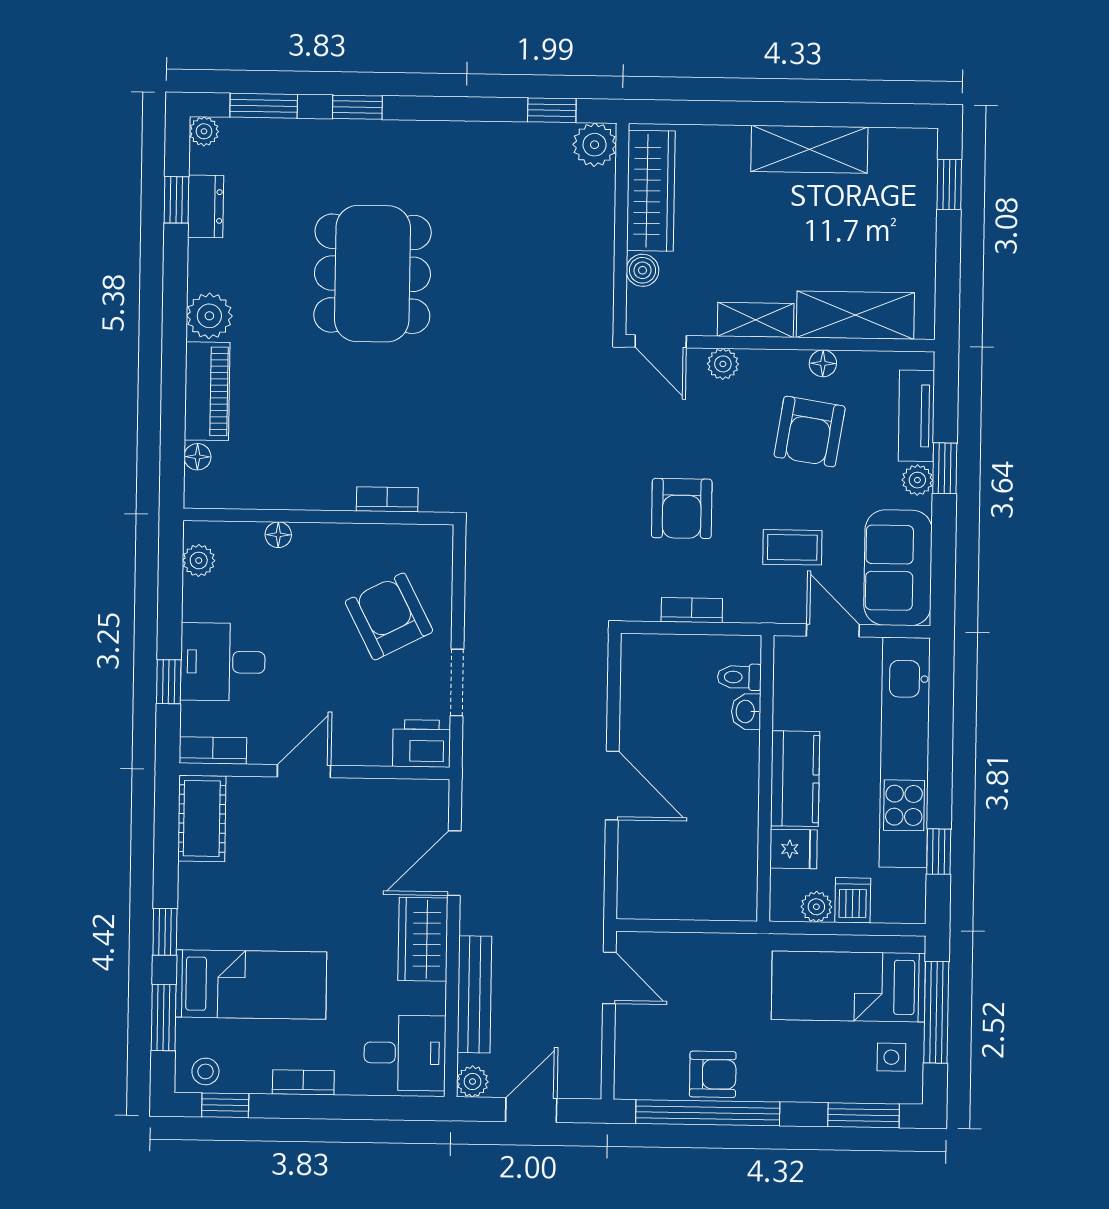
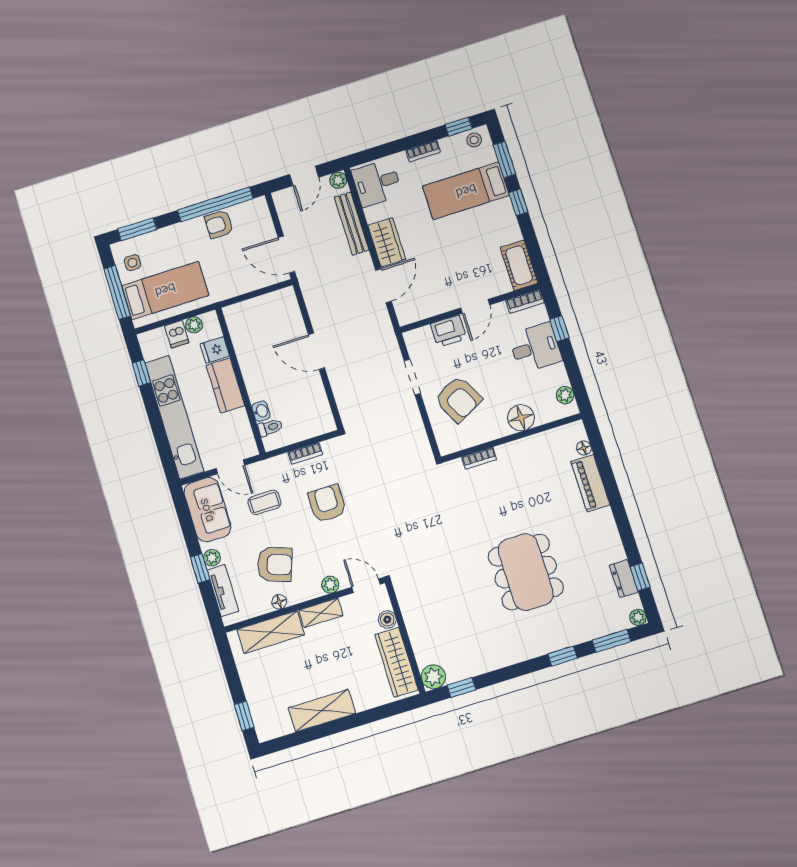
plant: (209, 316) -> (602, 522), removed
armchair: (810, 432) -> (275, 564), turned 100
floor lamp: (278, 535) -> (521, 418), width x1.89, depth x1.89
printer: (422, 743) -> (449, 331), moved
door: (609, 978) -> (286, 255), width x1.38

